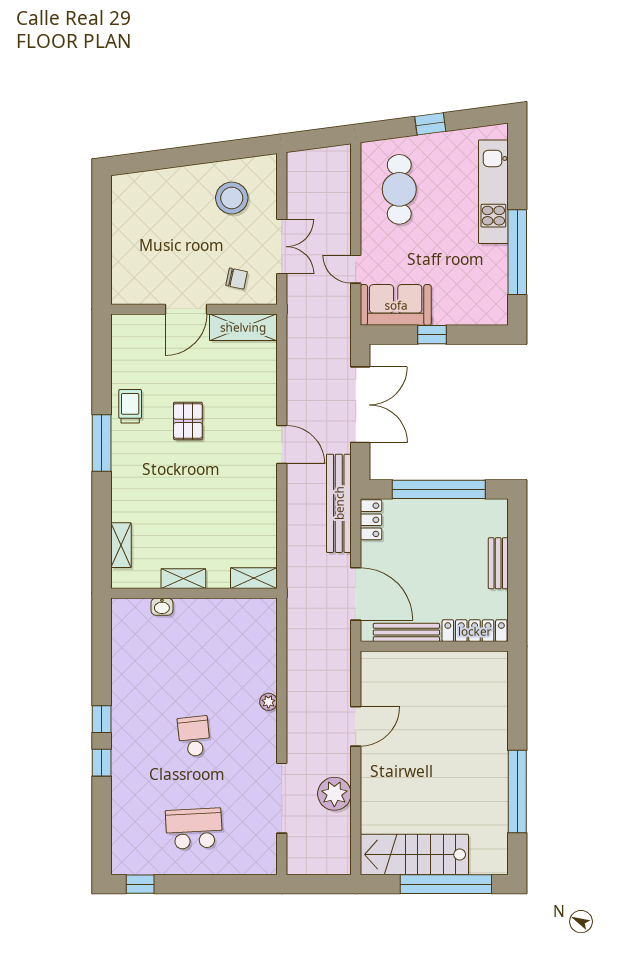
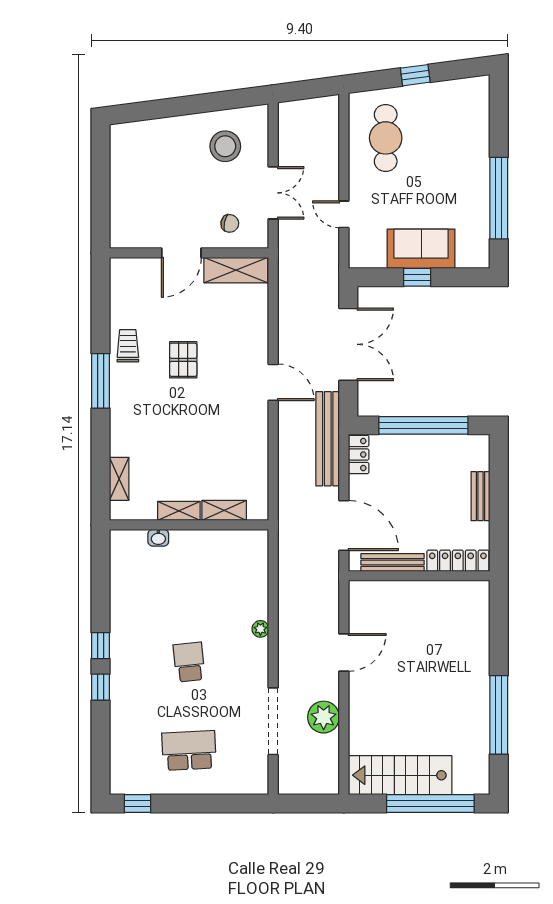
kitchen unit: (493, 192) -> (476, 140), removed
sofa: (396, 305) -> (421, 249), moved
shelving: (254, 578) -> (224, 510), moved

